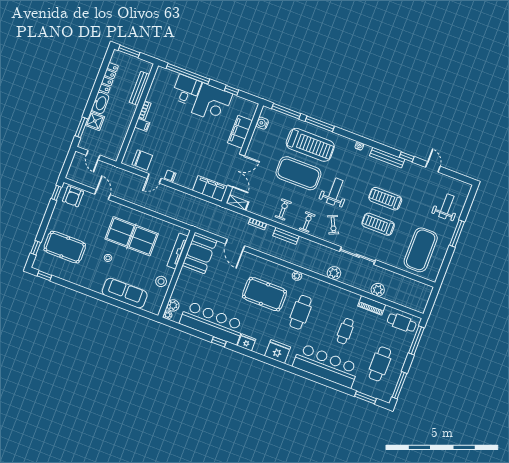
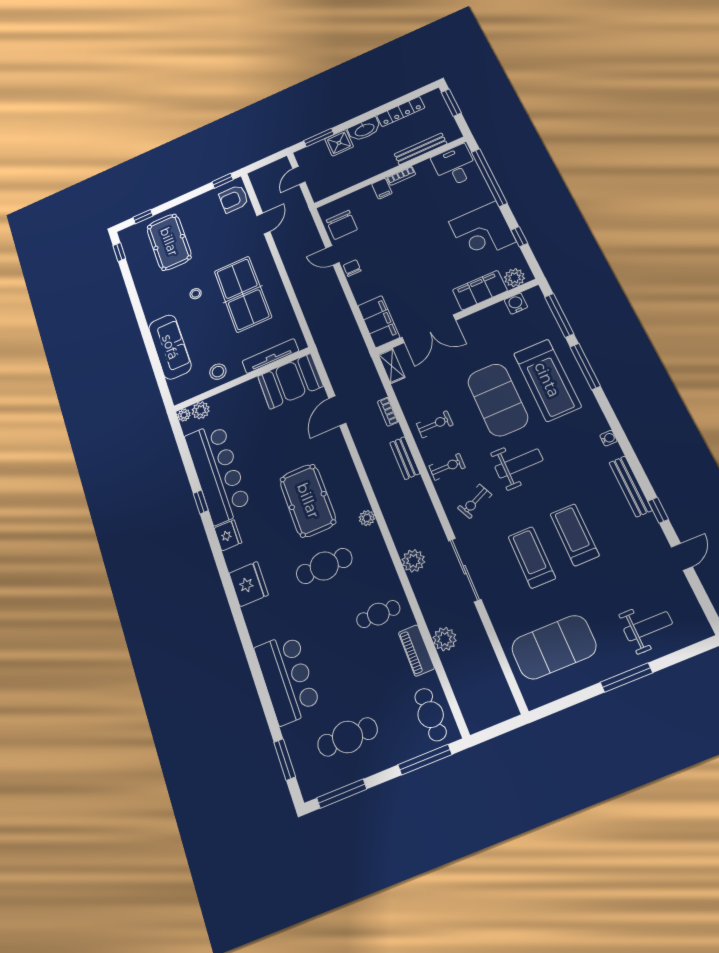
desk: (186, 90) -> (455, 166), moved, turned -90
plant: (249, 112) -> (514, 278), added
cafe table: (345, 331) -> (378, 614), moved
bar counter: (326, 366) -> (287, 678), width x0.73

